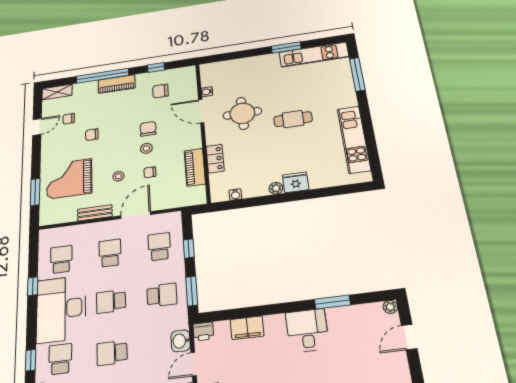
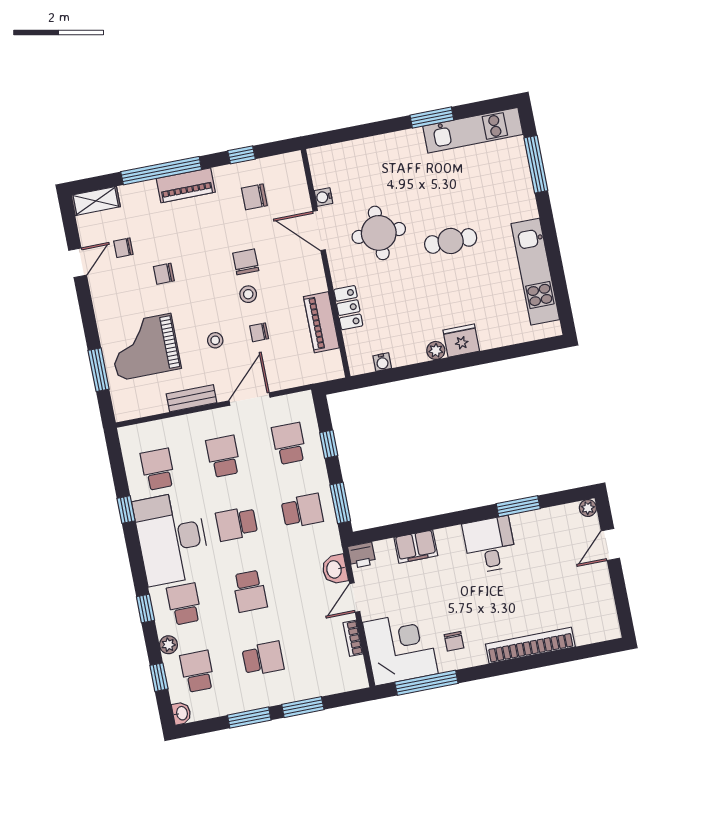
school desk: (112, 353) -> (250, 591), turned -90

